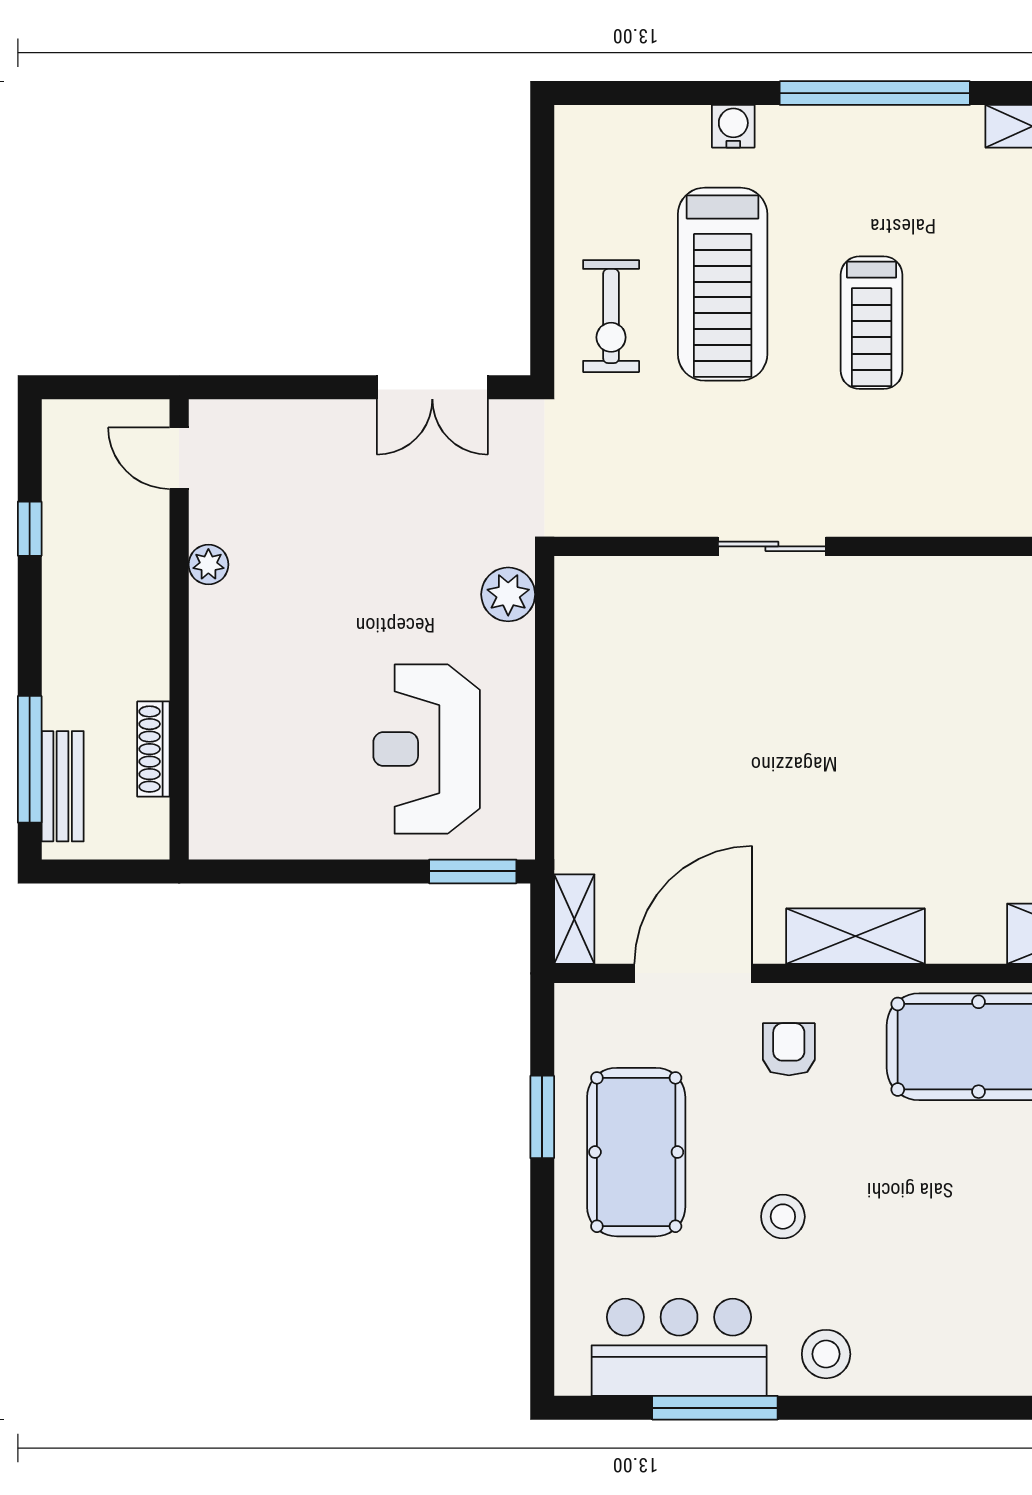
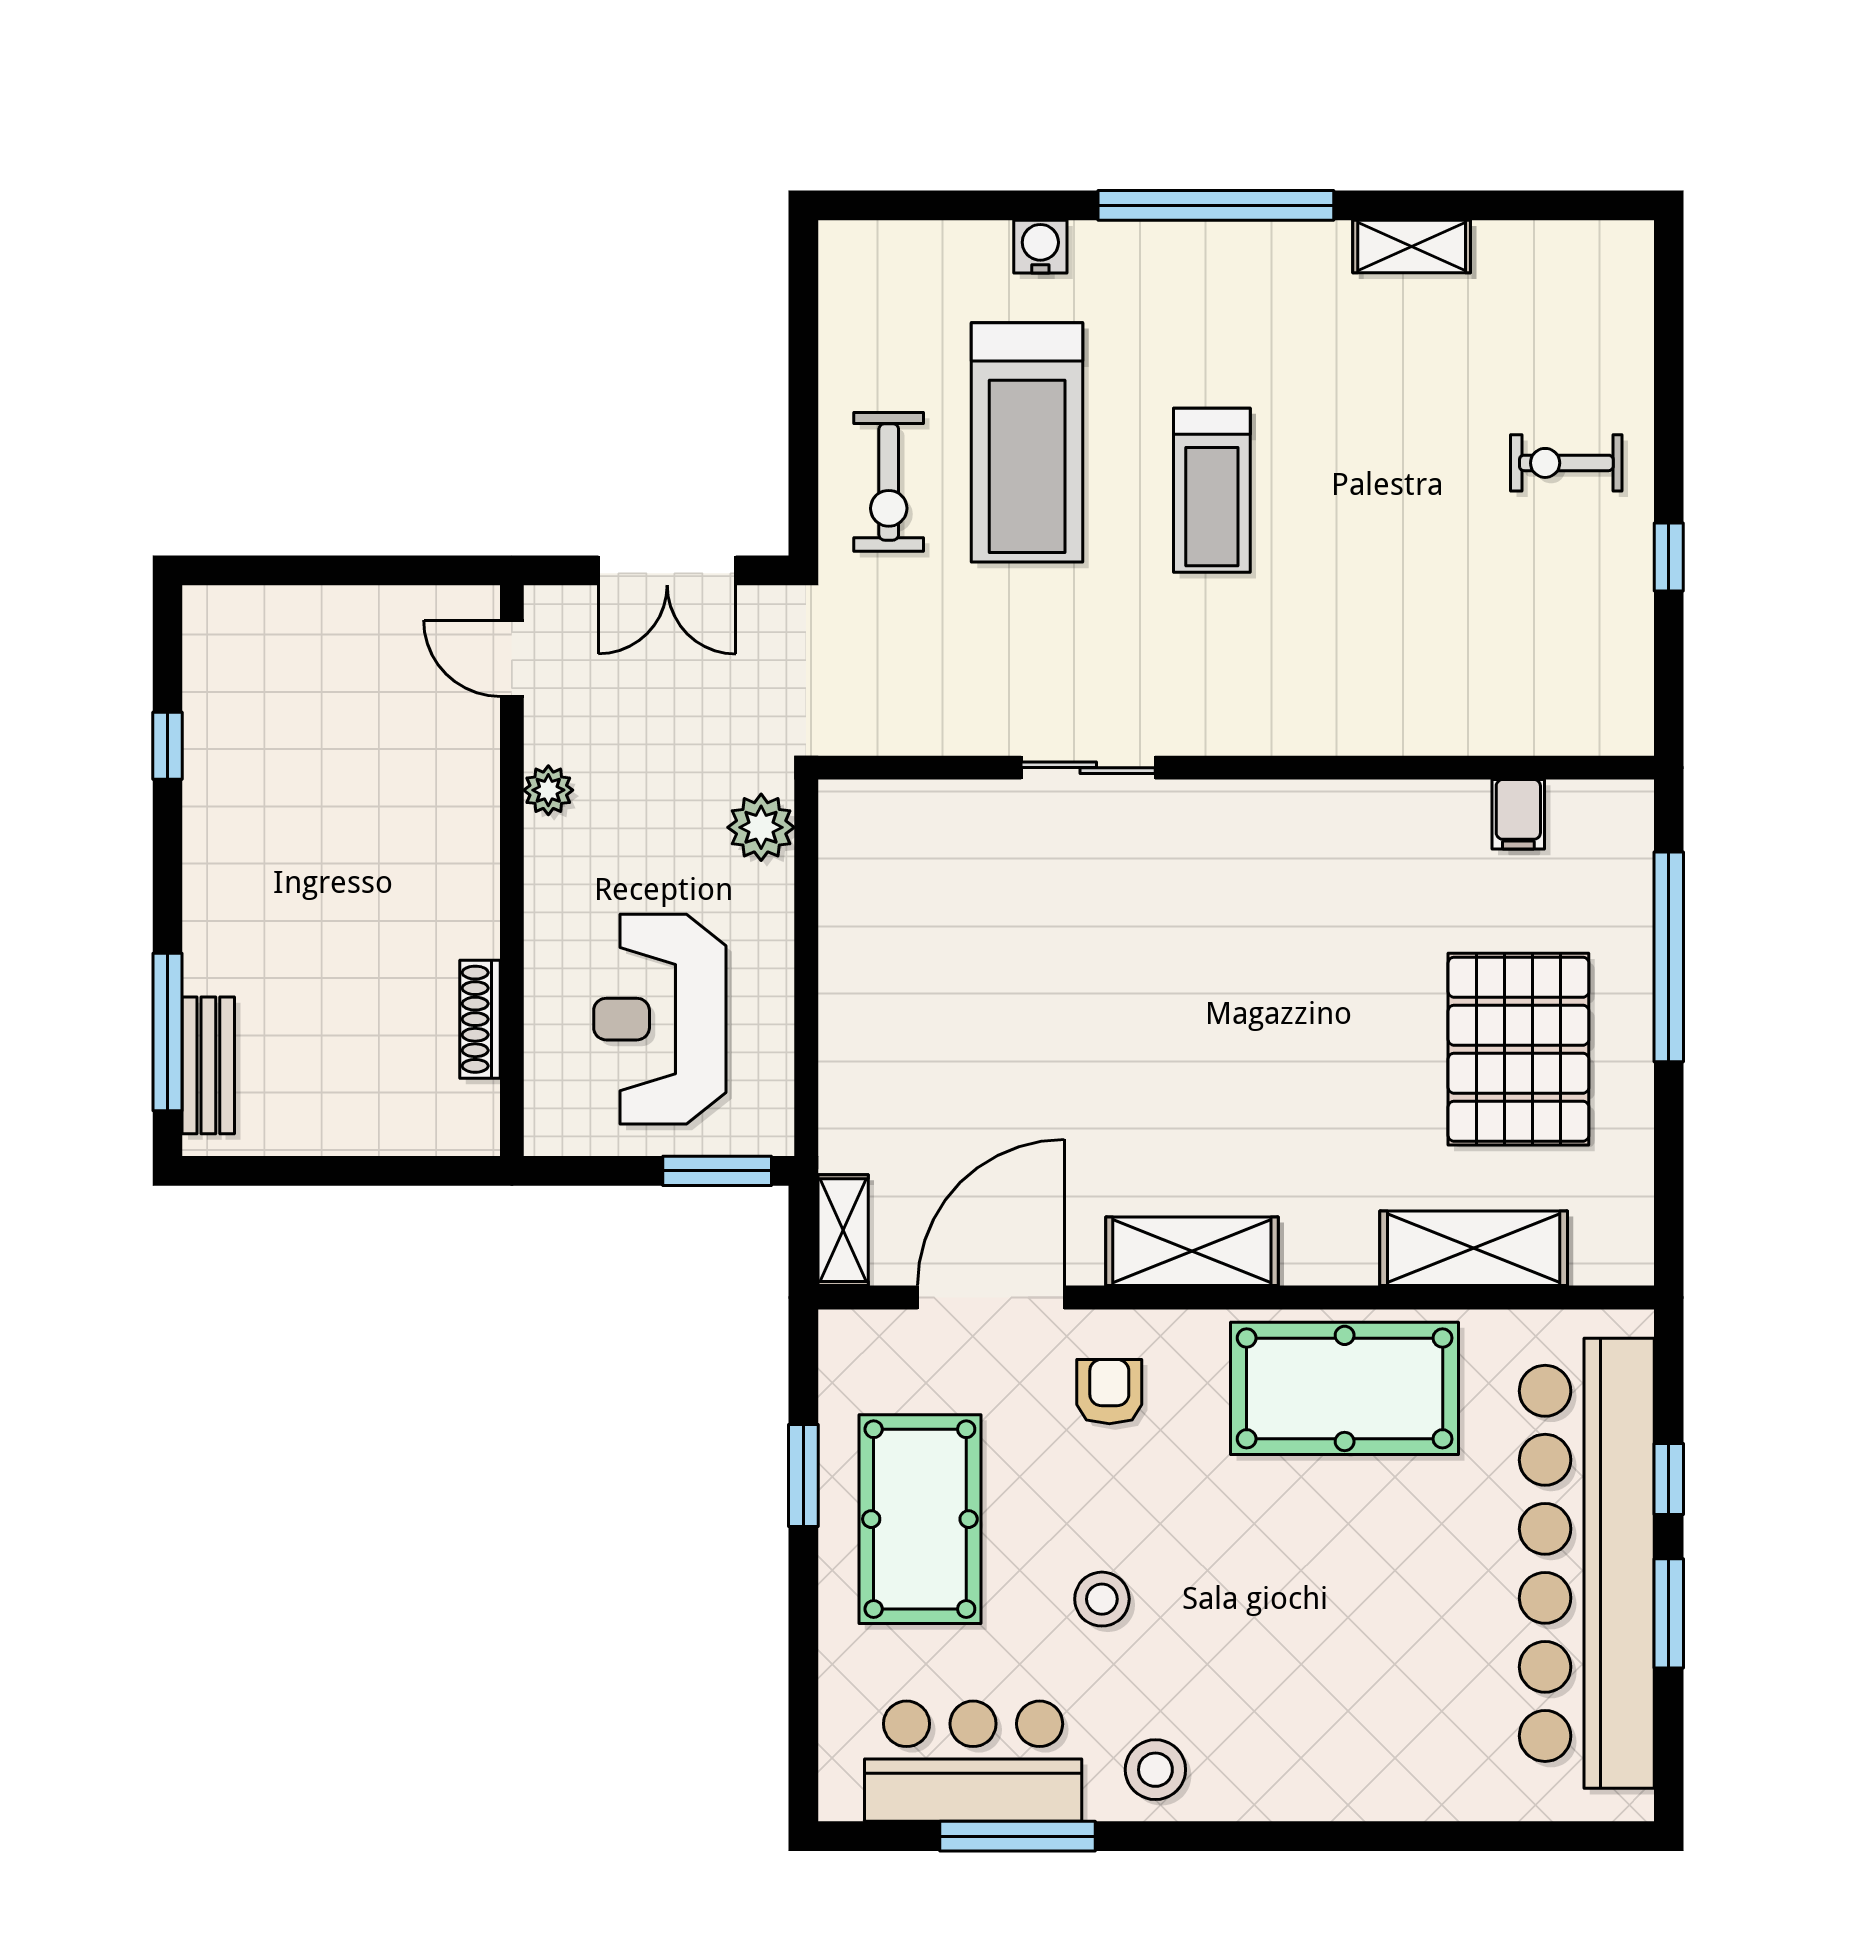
door: (179, 458) -> (512, 658), moved
plant: (208, 565) -> (548, 790), moved
wall: (179, 629) -> (512, 871), moved
shoe rack: (153, 749) -> (480, 1019), moved

